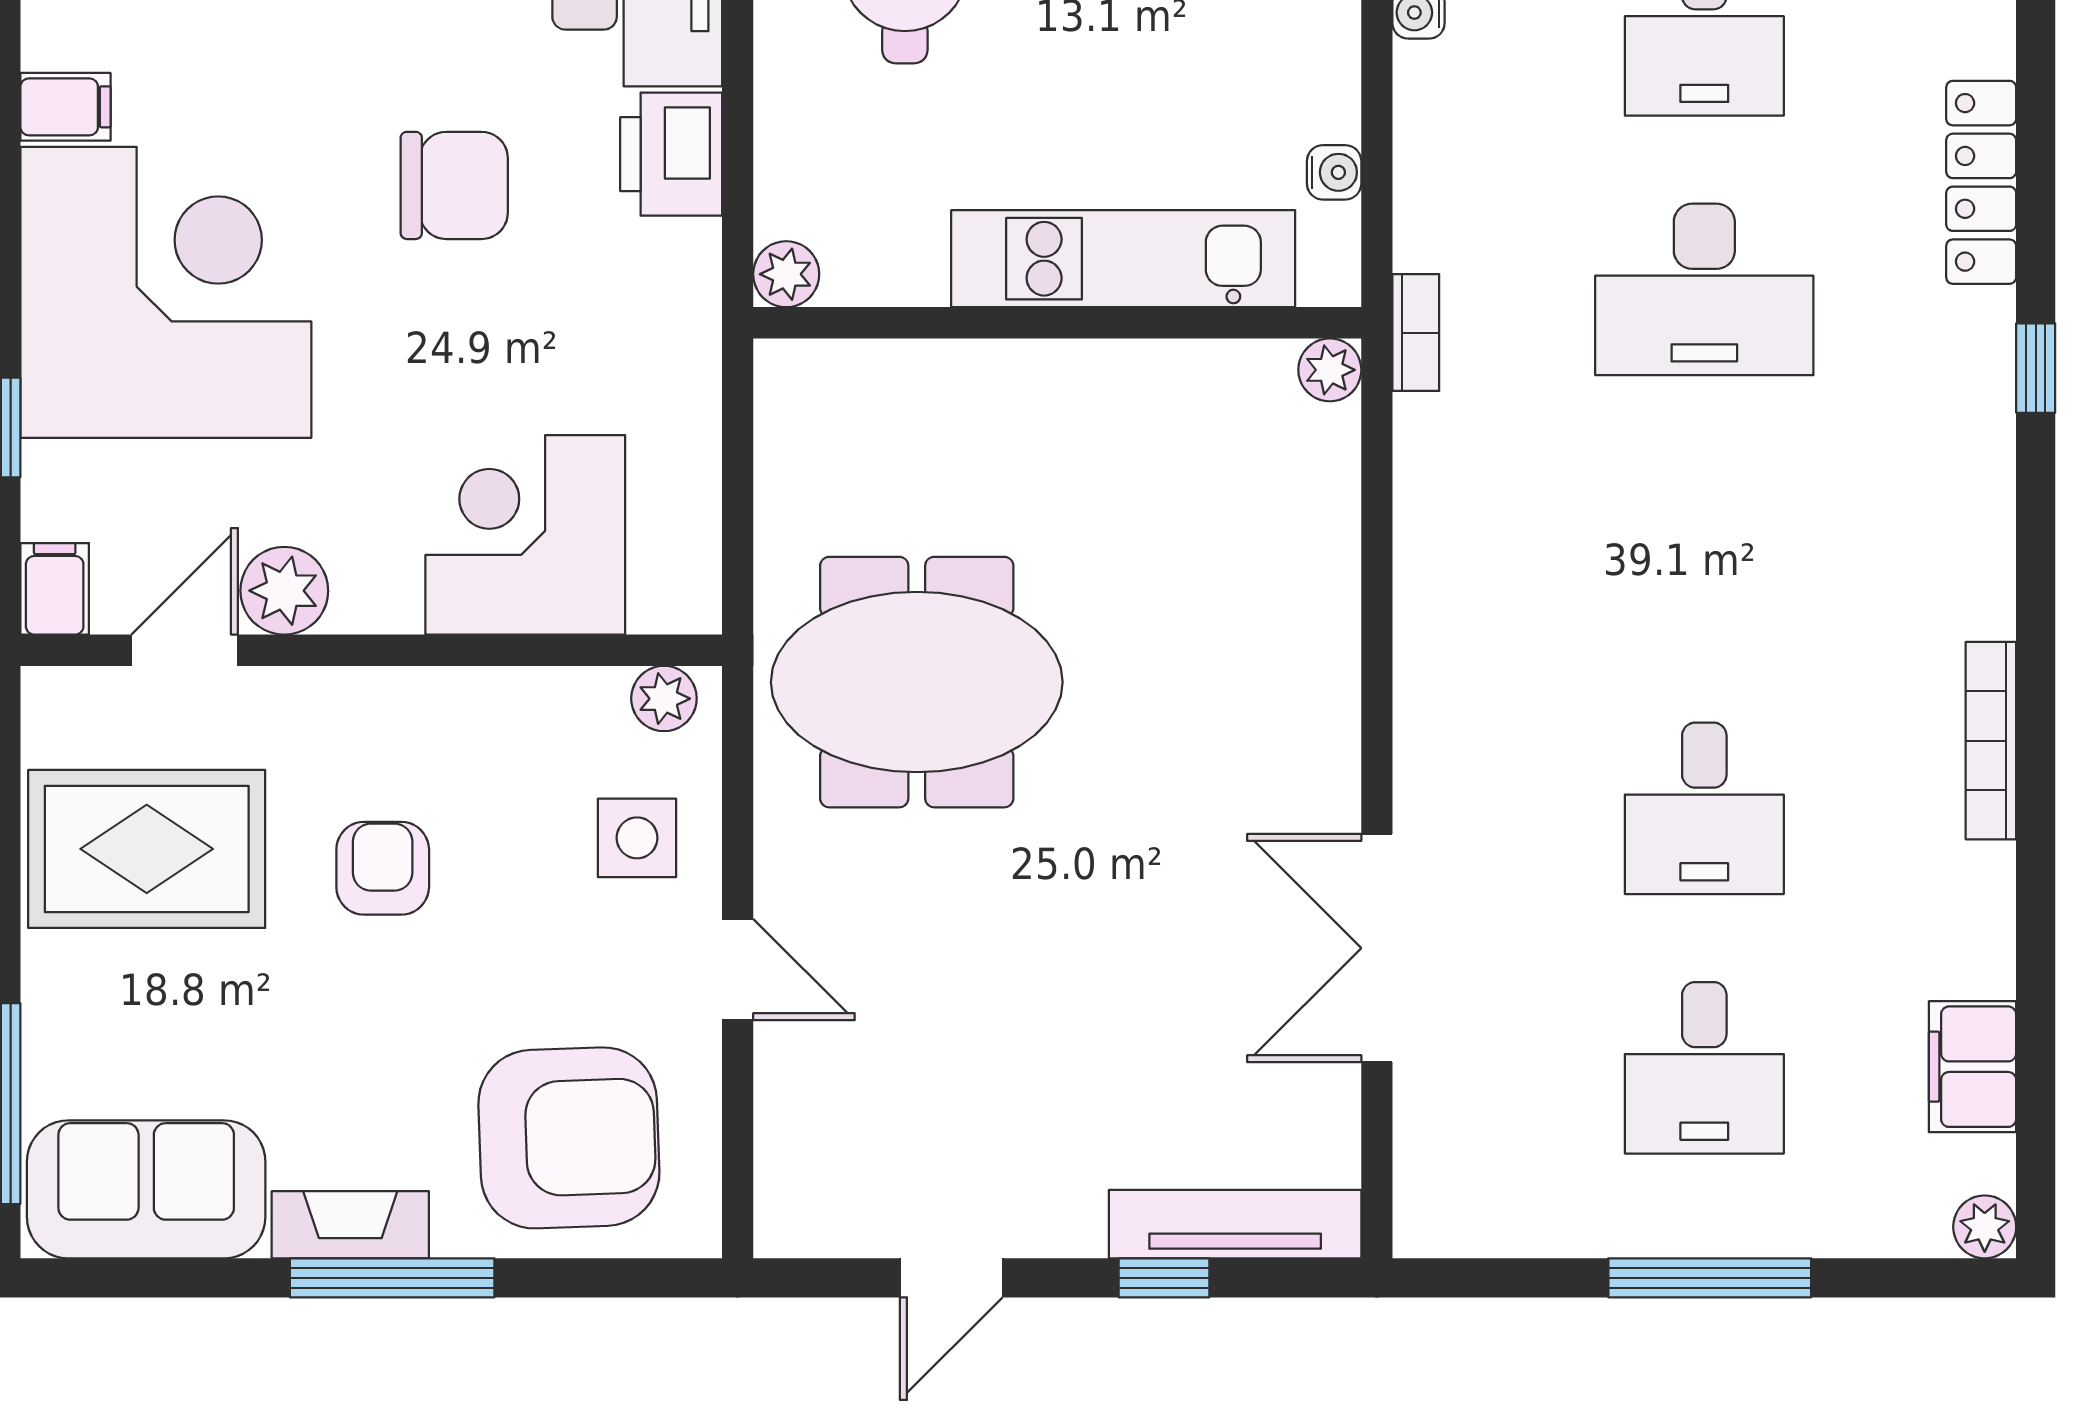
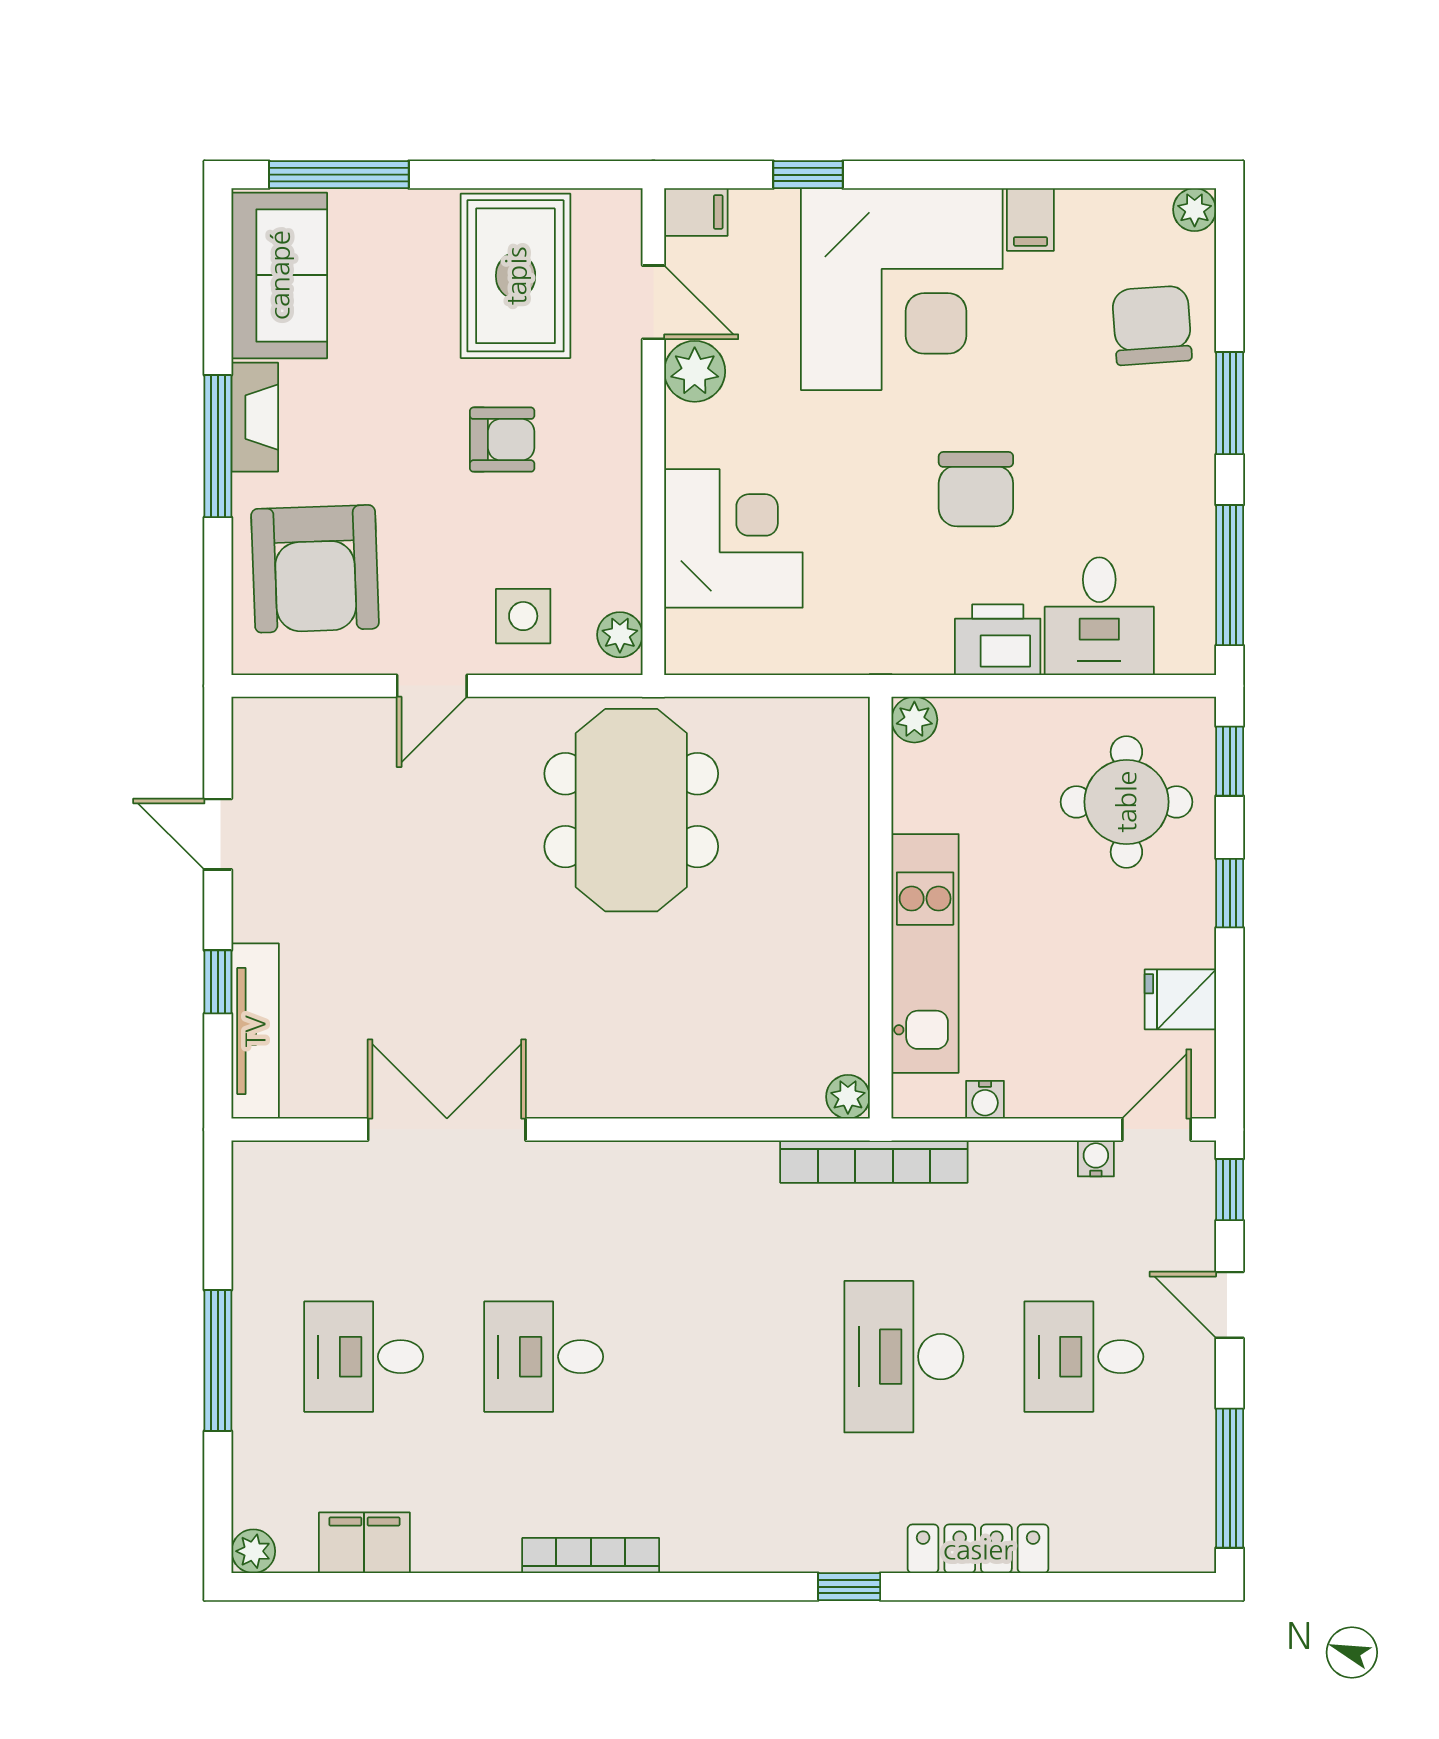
bookcase: (1416, 333) -> (874, 1162), width x2.31, depth x1.31

